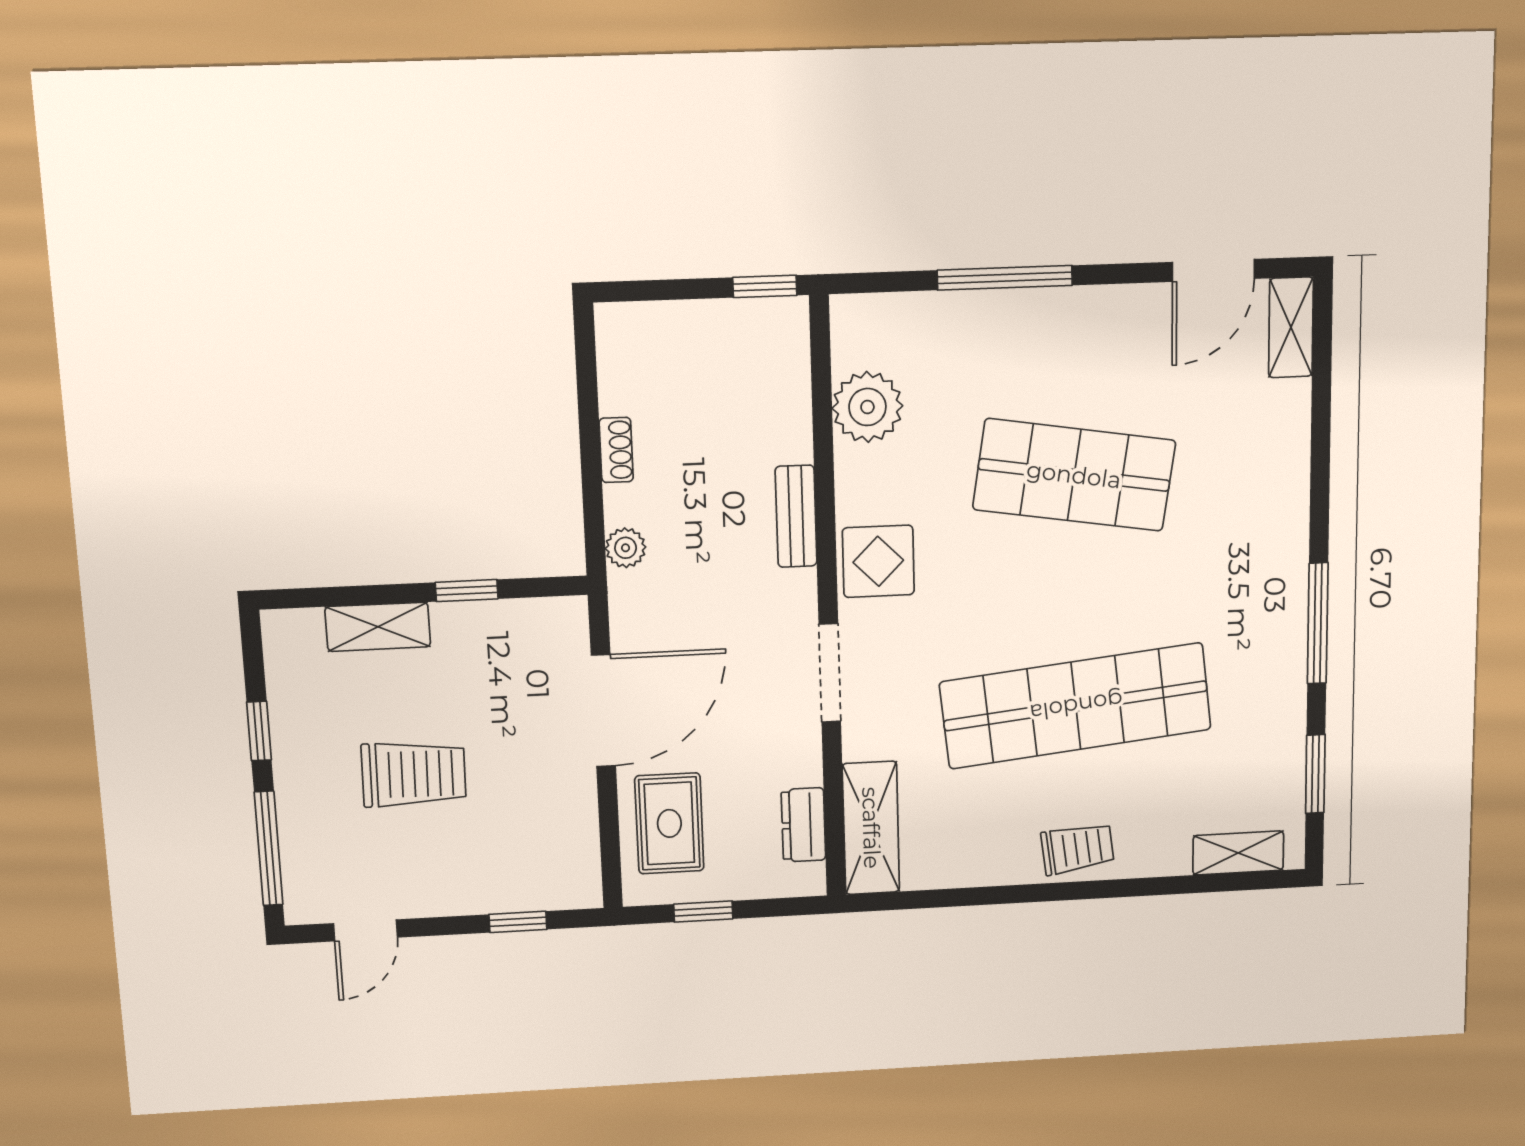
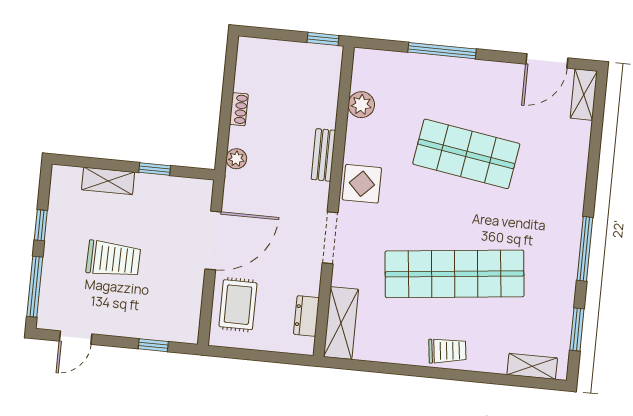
plant: (867, 407) -> (361, 105), width x0.73, depth x0.73
window: (703, 912) -> (249, 355), removed

